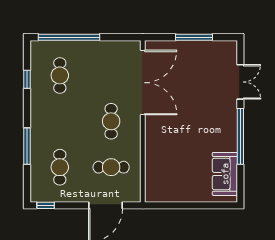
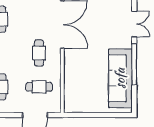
sofa: (225, 174) -> (120, 78), width x1.85, depth x1.27

